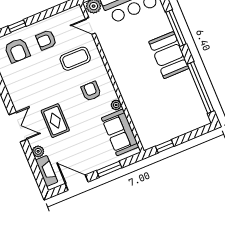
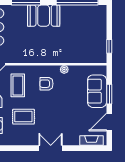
rug: (55, 121) -> (23, 117), moved
sofa: (120, 132) -> (97, 91), moved, turned 90
plant: (38, 151) -> (75, 141), removed

